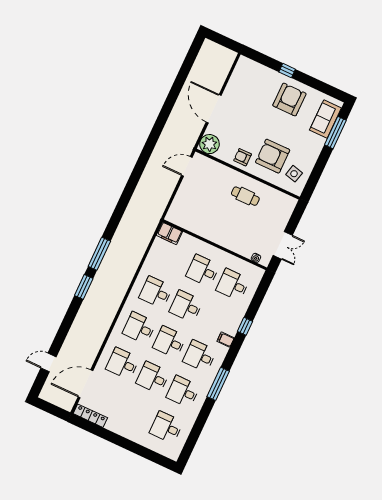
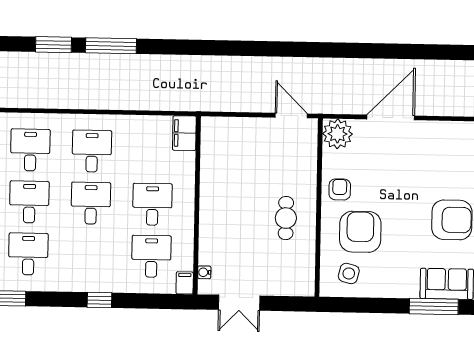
filing cabinet: (226, 340) -> (185, 283), moved

